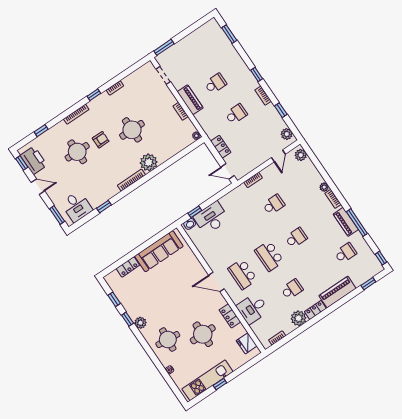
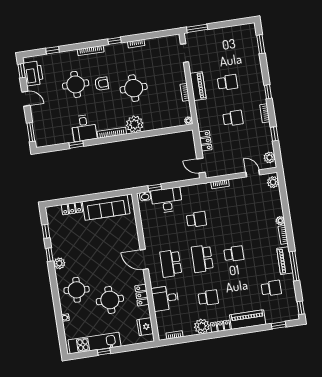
door: (278, 156) -> (253, 173), swing flipped
school desk: (274, 205) -> (196, 219), moved
desk: (77, 206) -> (84, 128), moved

